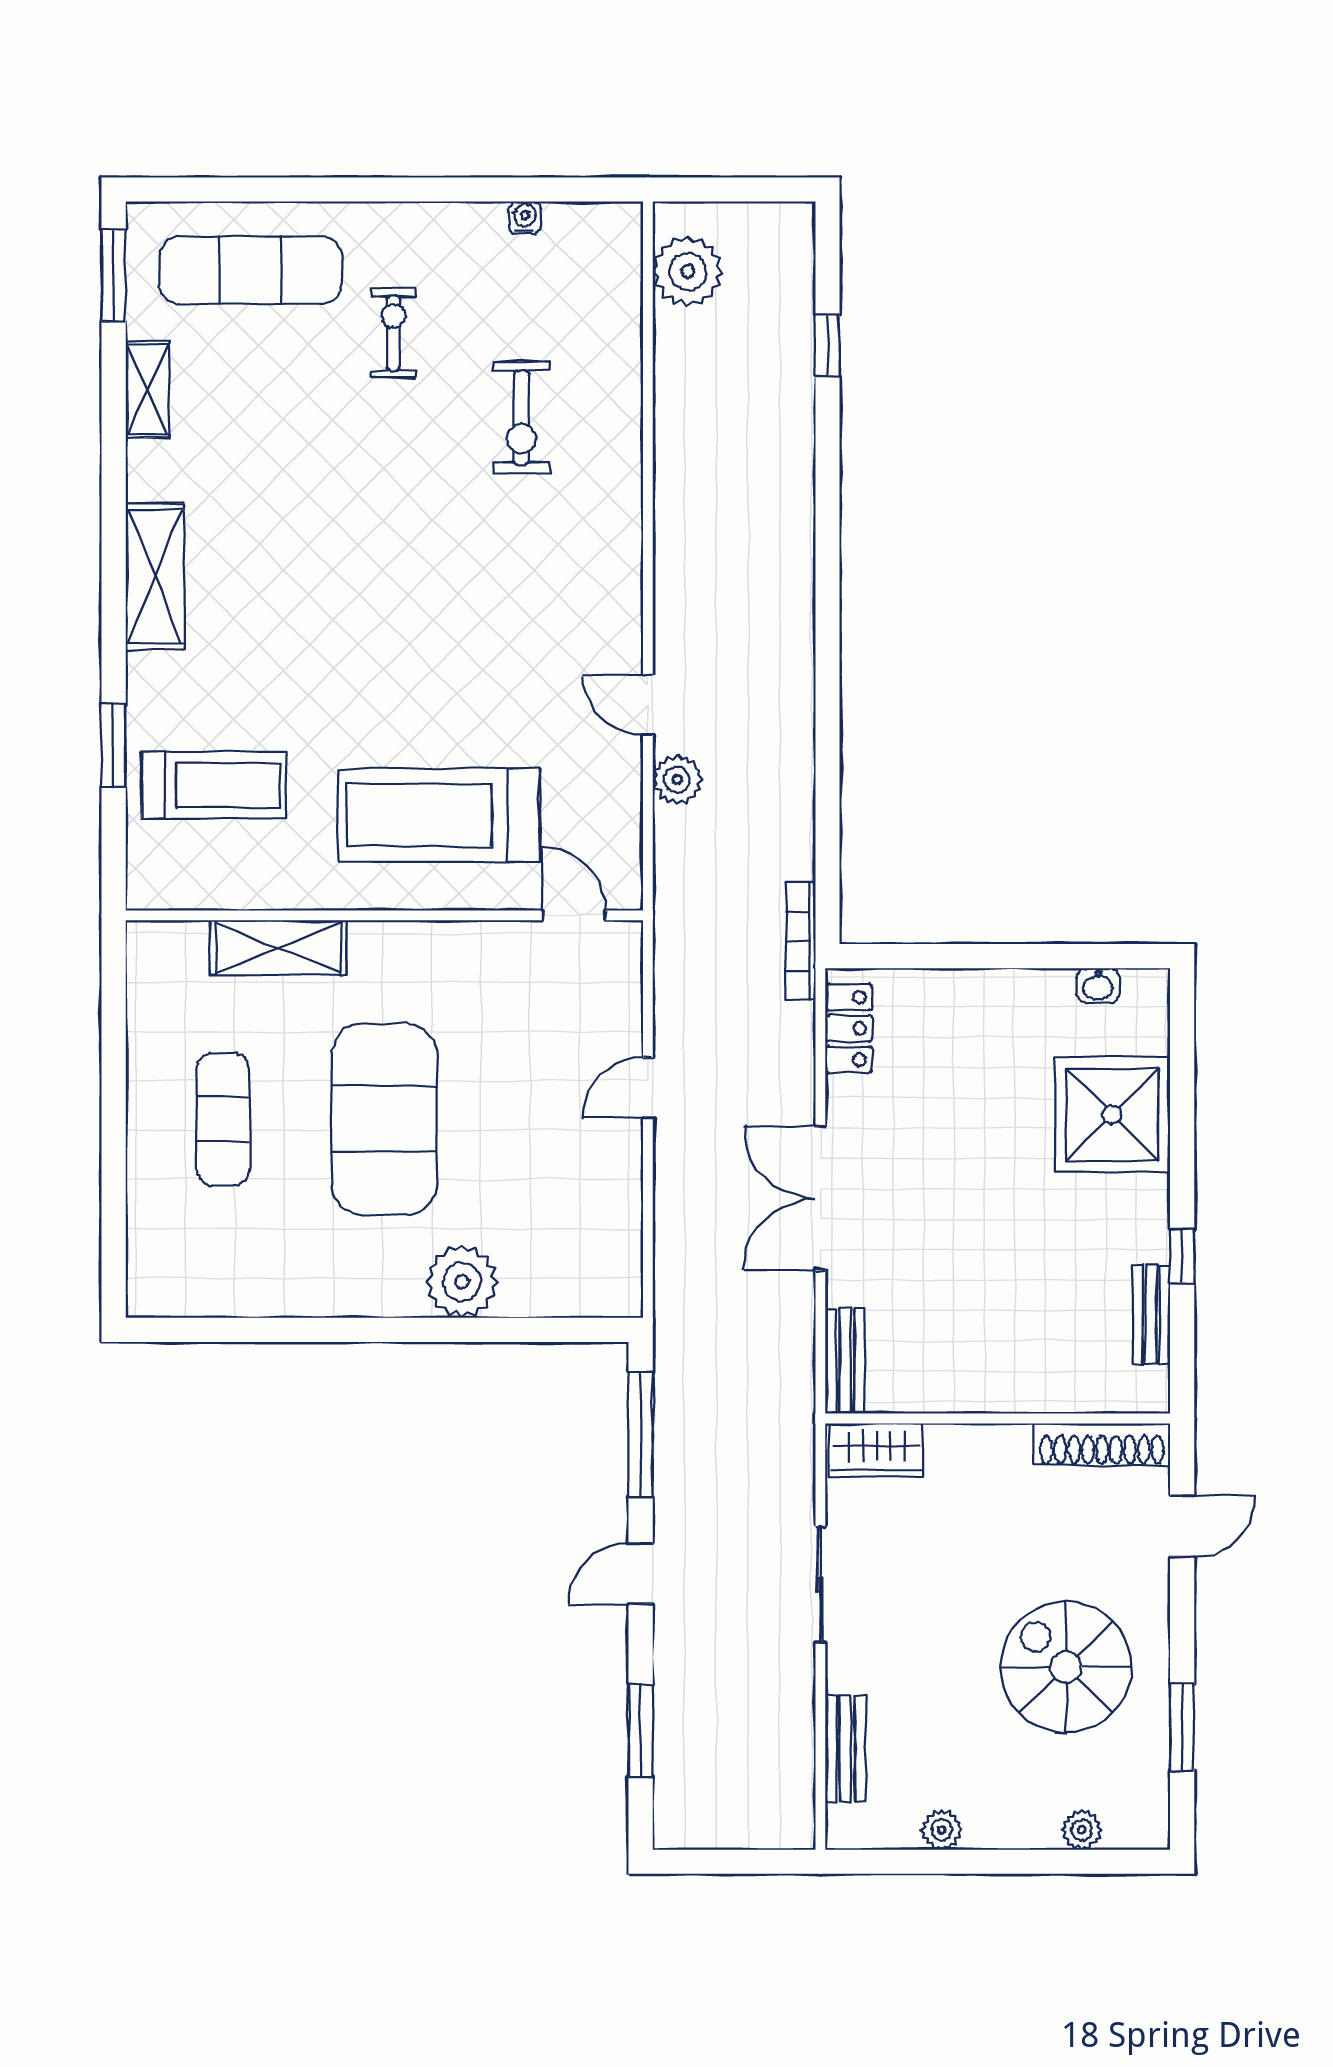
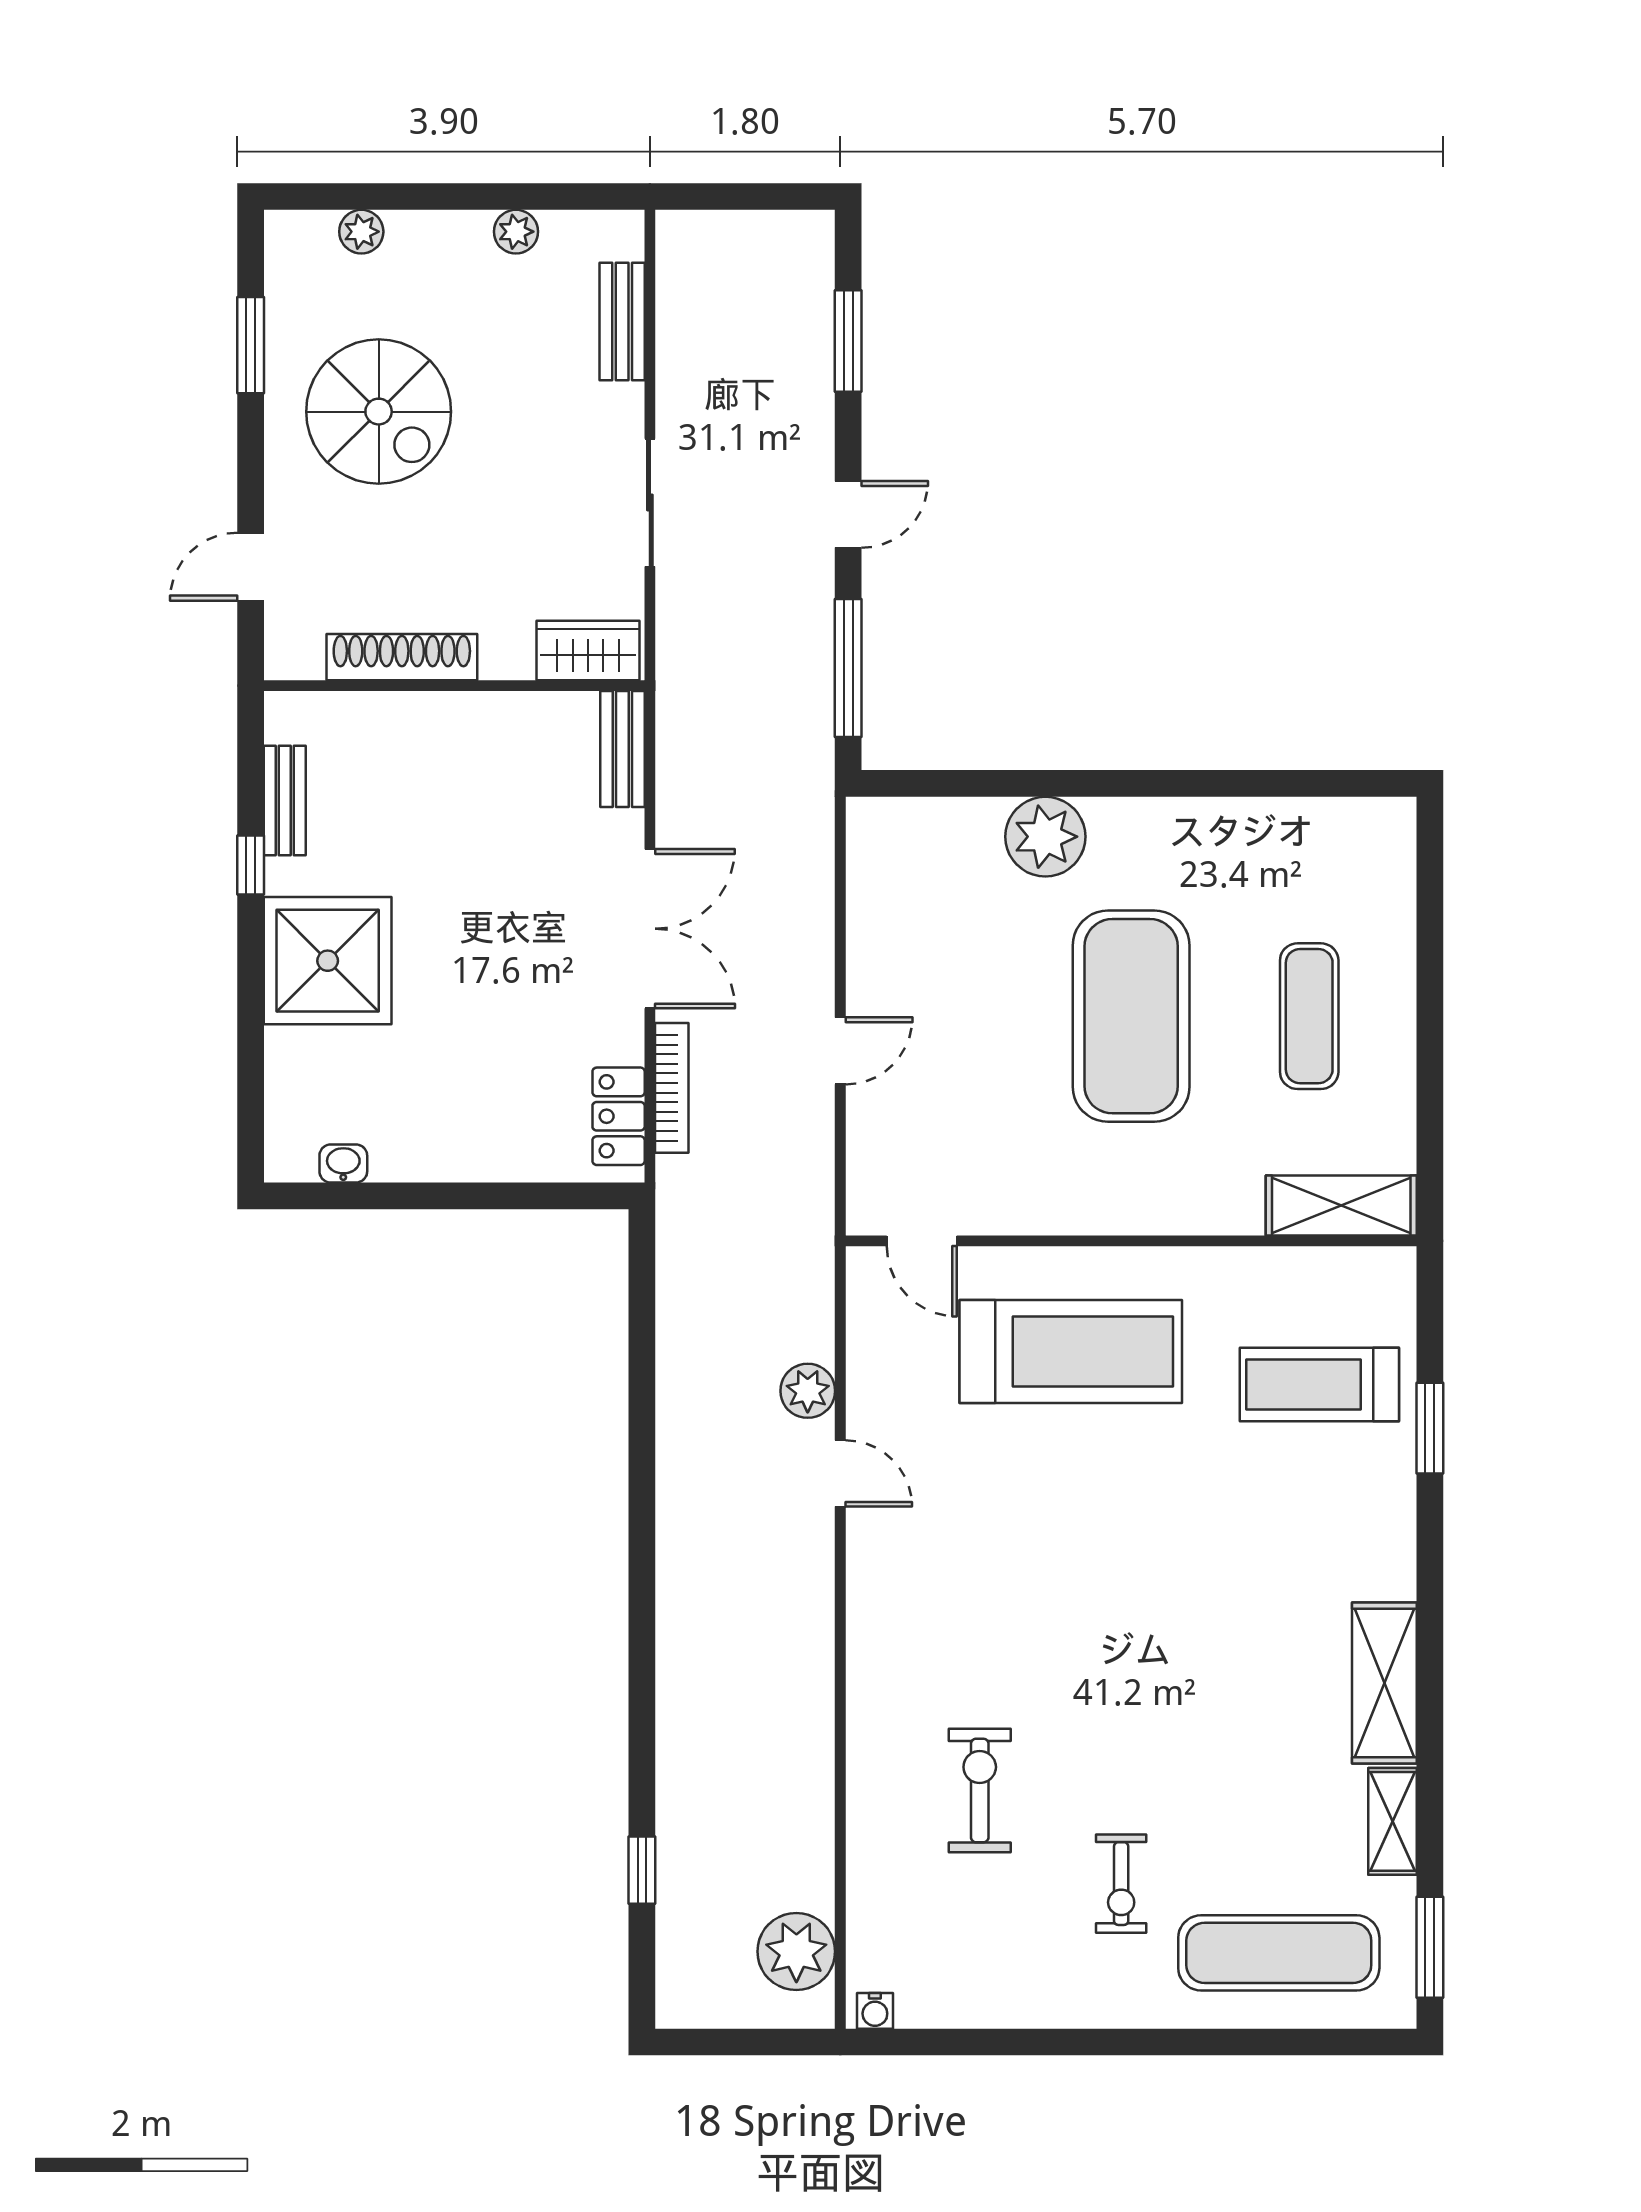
water cooler: (525, 218) -> (875, 2011), moved
shelving: (155, 577) -> (1384, 1683), moved
bookcase: (800, 941) -> (672, 1088), moved
shelving: (278, 948) -> (1341, 1205), moved
shower: (1112, 1115) -> (328, 961), moved
shoe rack: (1102, 1444) -> (402, 657), moved

